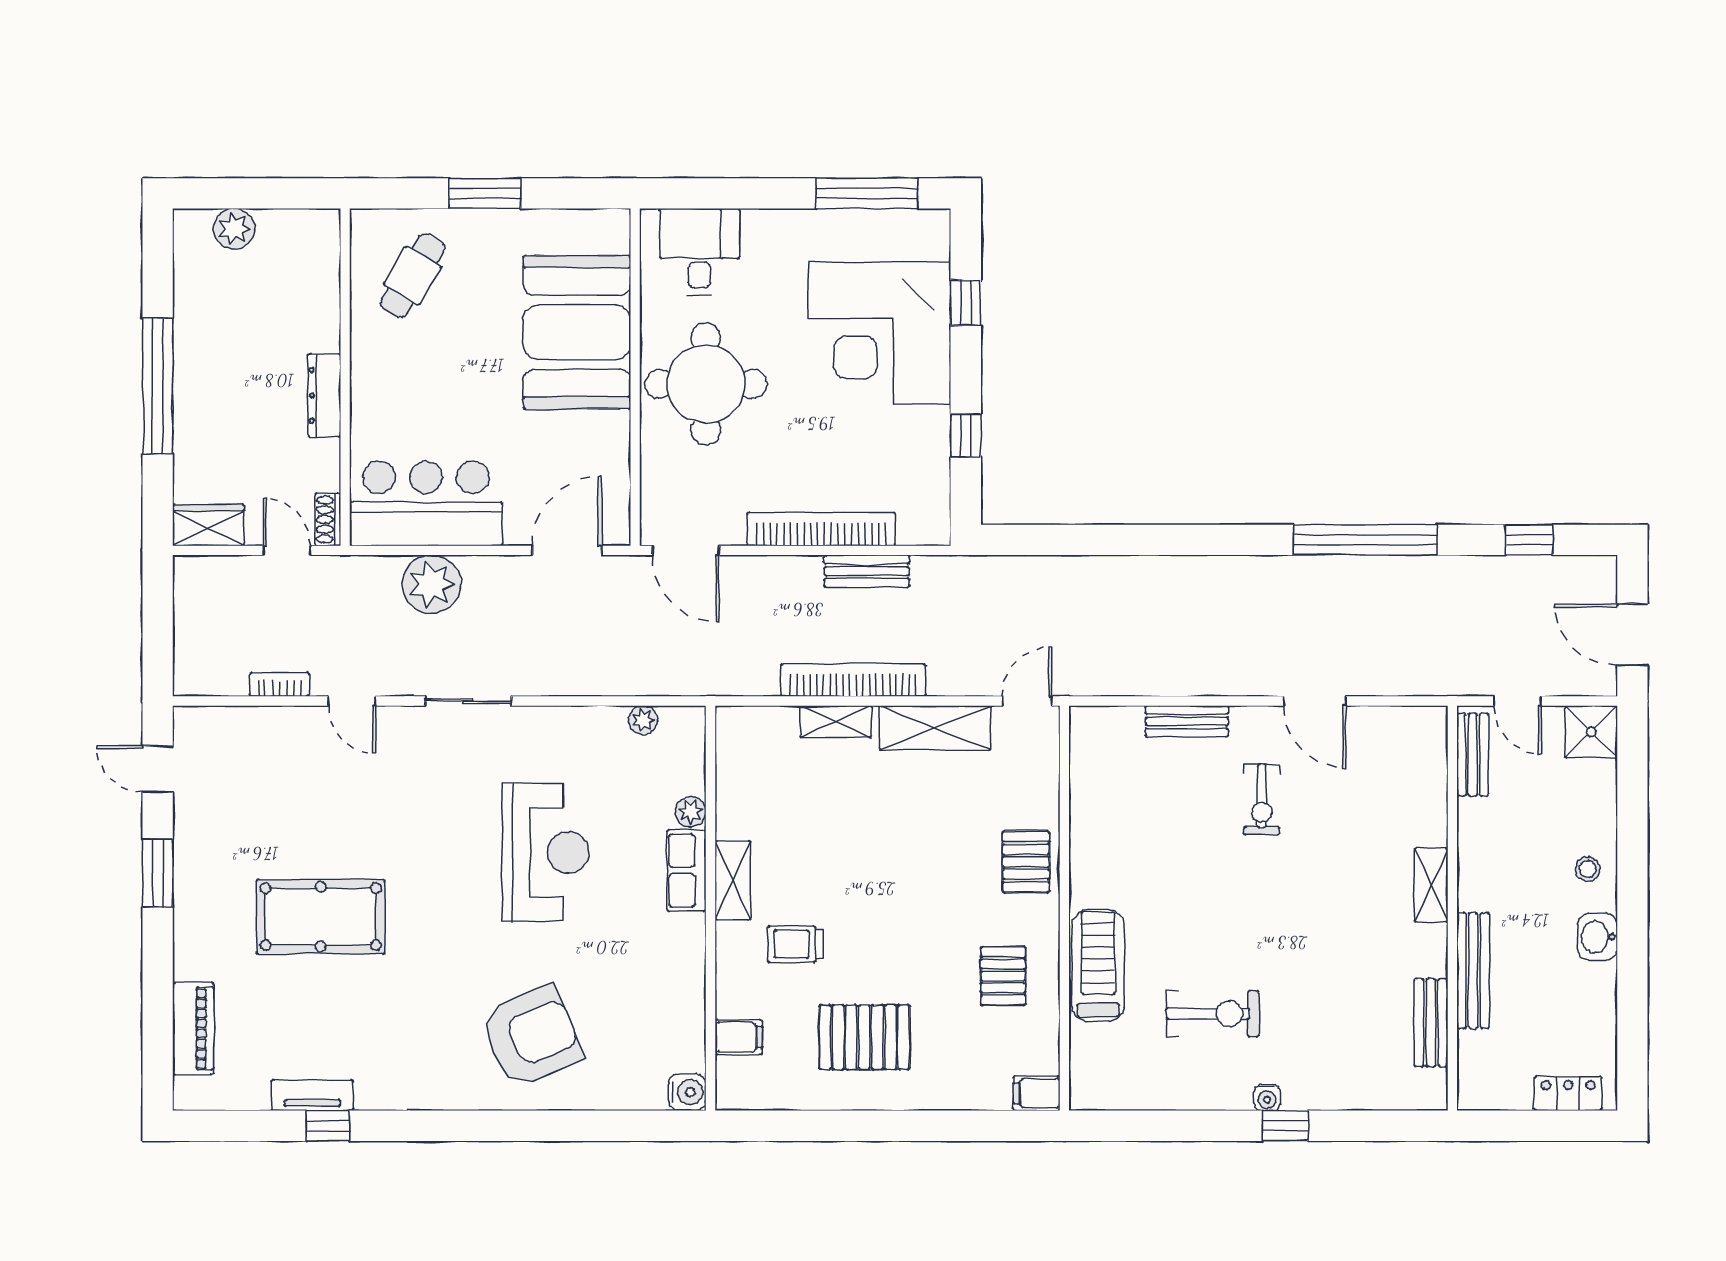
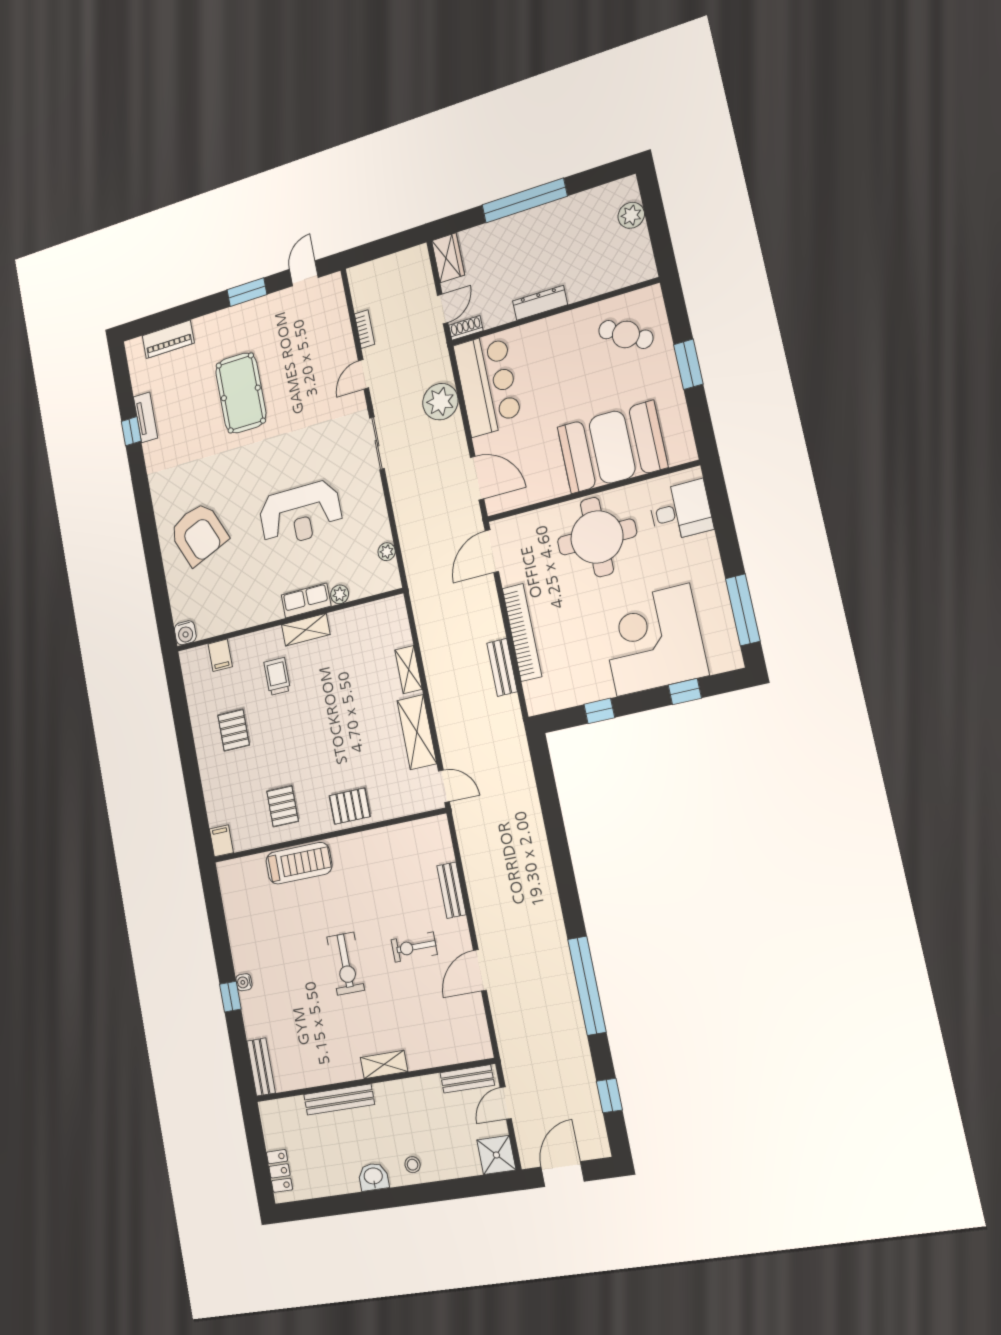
bookcase: (853, 680) -> (435, 674), removed
pallet: (1003, 976) -> (282, 806), turned 90
exercise bike: (1212, 1014) -> (346, 964), moved
bench: (1431, 1023) -> (261, 1067), moved, turned 90
pallet: (864, 1037) -> (234, 730), width x0.67, depth x0.71

